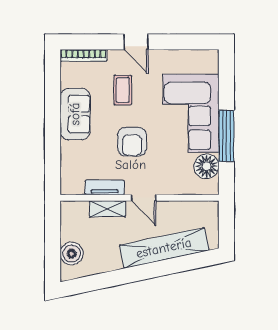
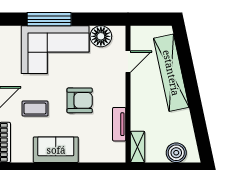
window: (226, 136) -> (49, 19), moved
door: (144, 198) -> (128, 62), moved
shelving: (107, 209) -> (138, 147), moved

